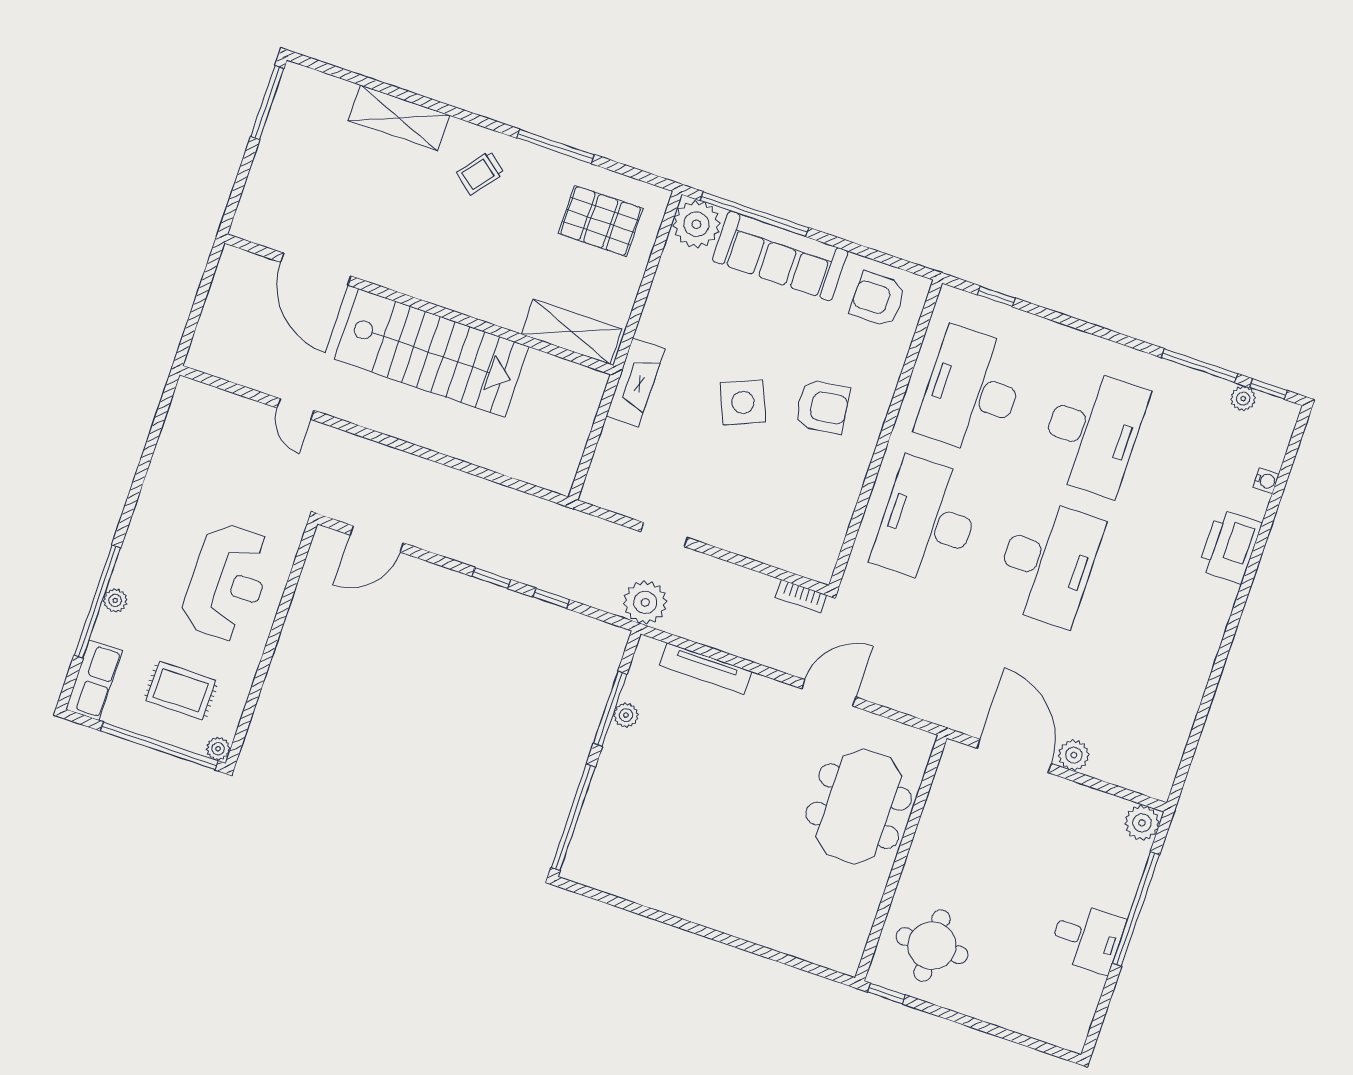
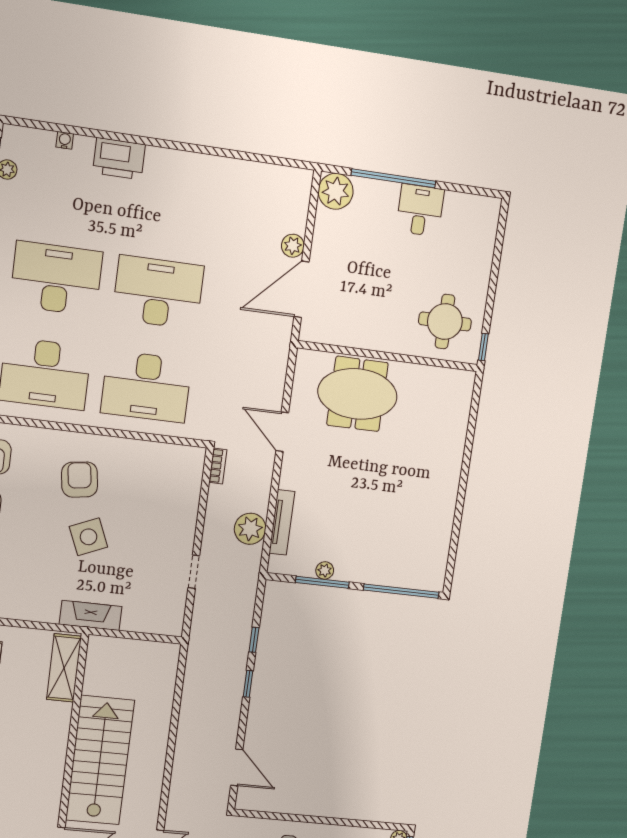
plant: (645, 602) -> (250, 529), moved
plant: (1142, 823) -> (336, 191), width x1.36, depth x1.36

